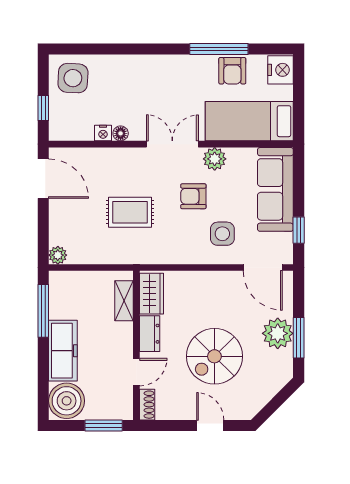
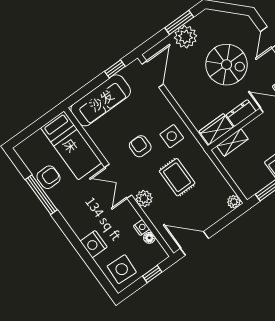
nightstand: (280, 70) -> (94, 244), moved, turned -90
floor lamp: (121, 133) -> (149, 238), moved
plant: (215, 159) -> (144, 199), moved
door: (43, 179) -> (194, 243), hinge flipped
armchair: (193, 196) -> (140, 146), turned 180
side table: (222, 234) -> (172, 136), moved

